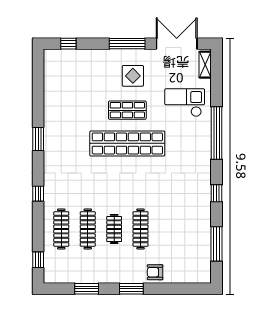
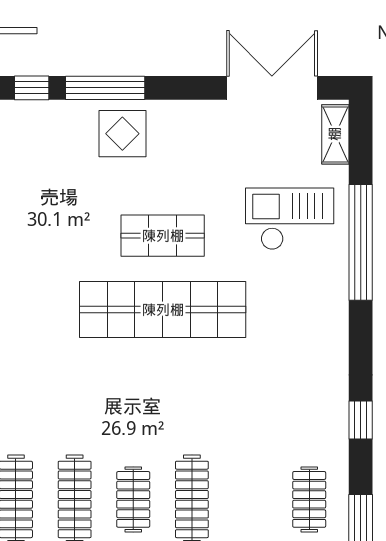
window: (127, 44) -> (105, 88), moved
display table: (133, 76) -> (122, 134), moved
window: (217, 133) -> (361, 242), moved
clothes rail: (193, 229) -> (309, 499), added

